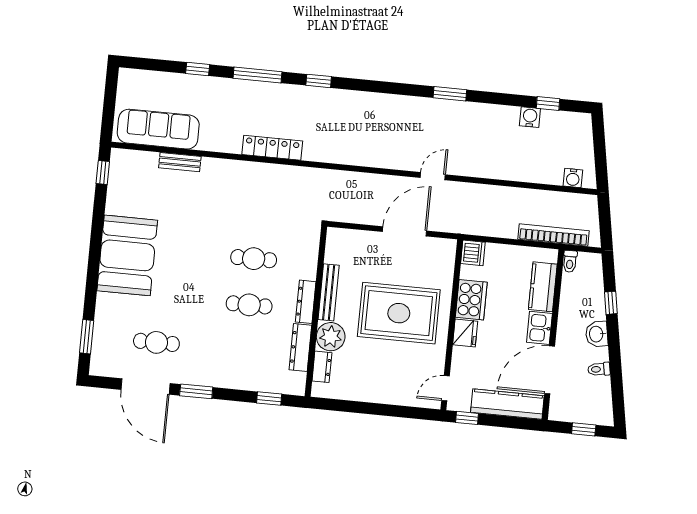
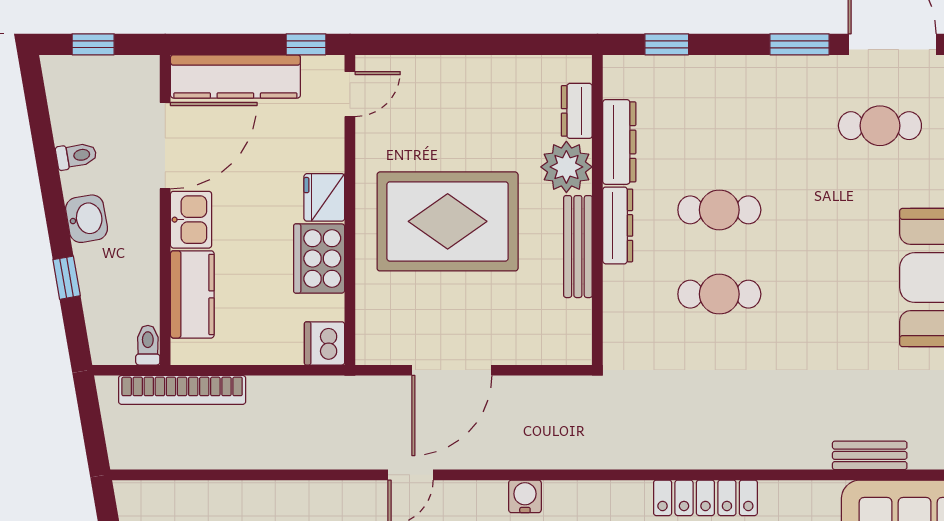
water cooler: (573, 178) -> (525, 496), moved

